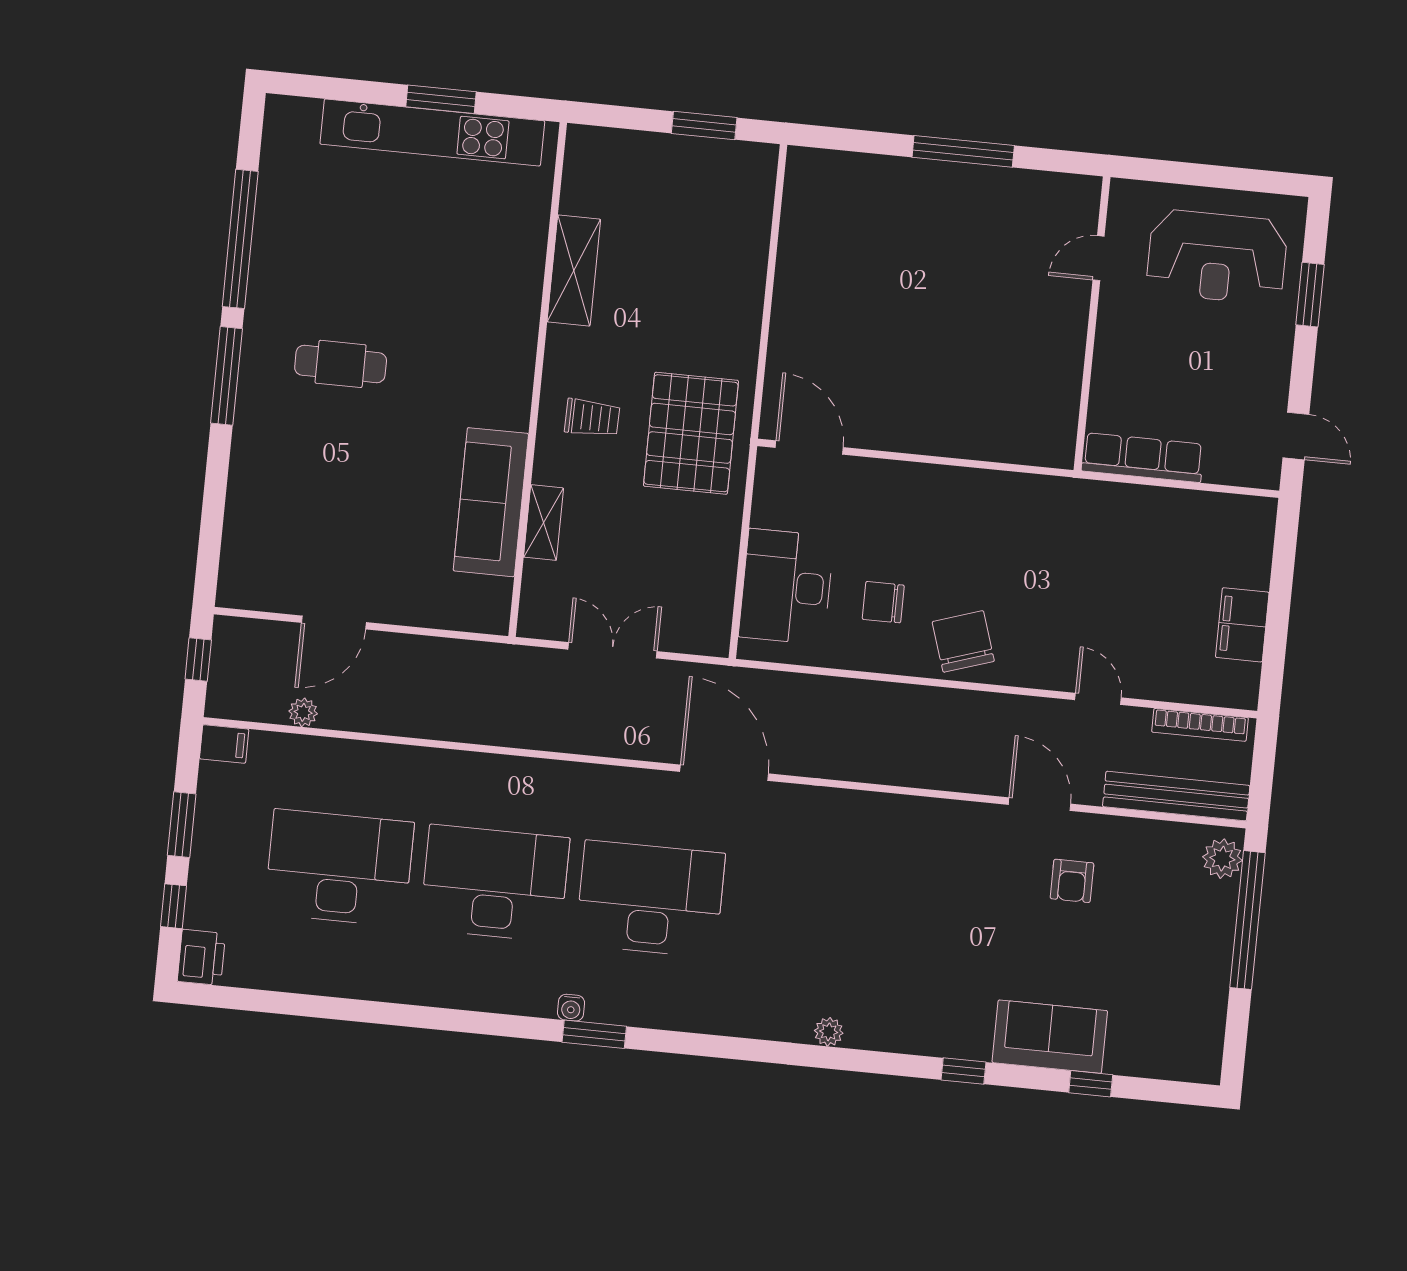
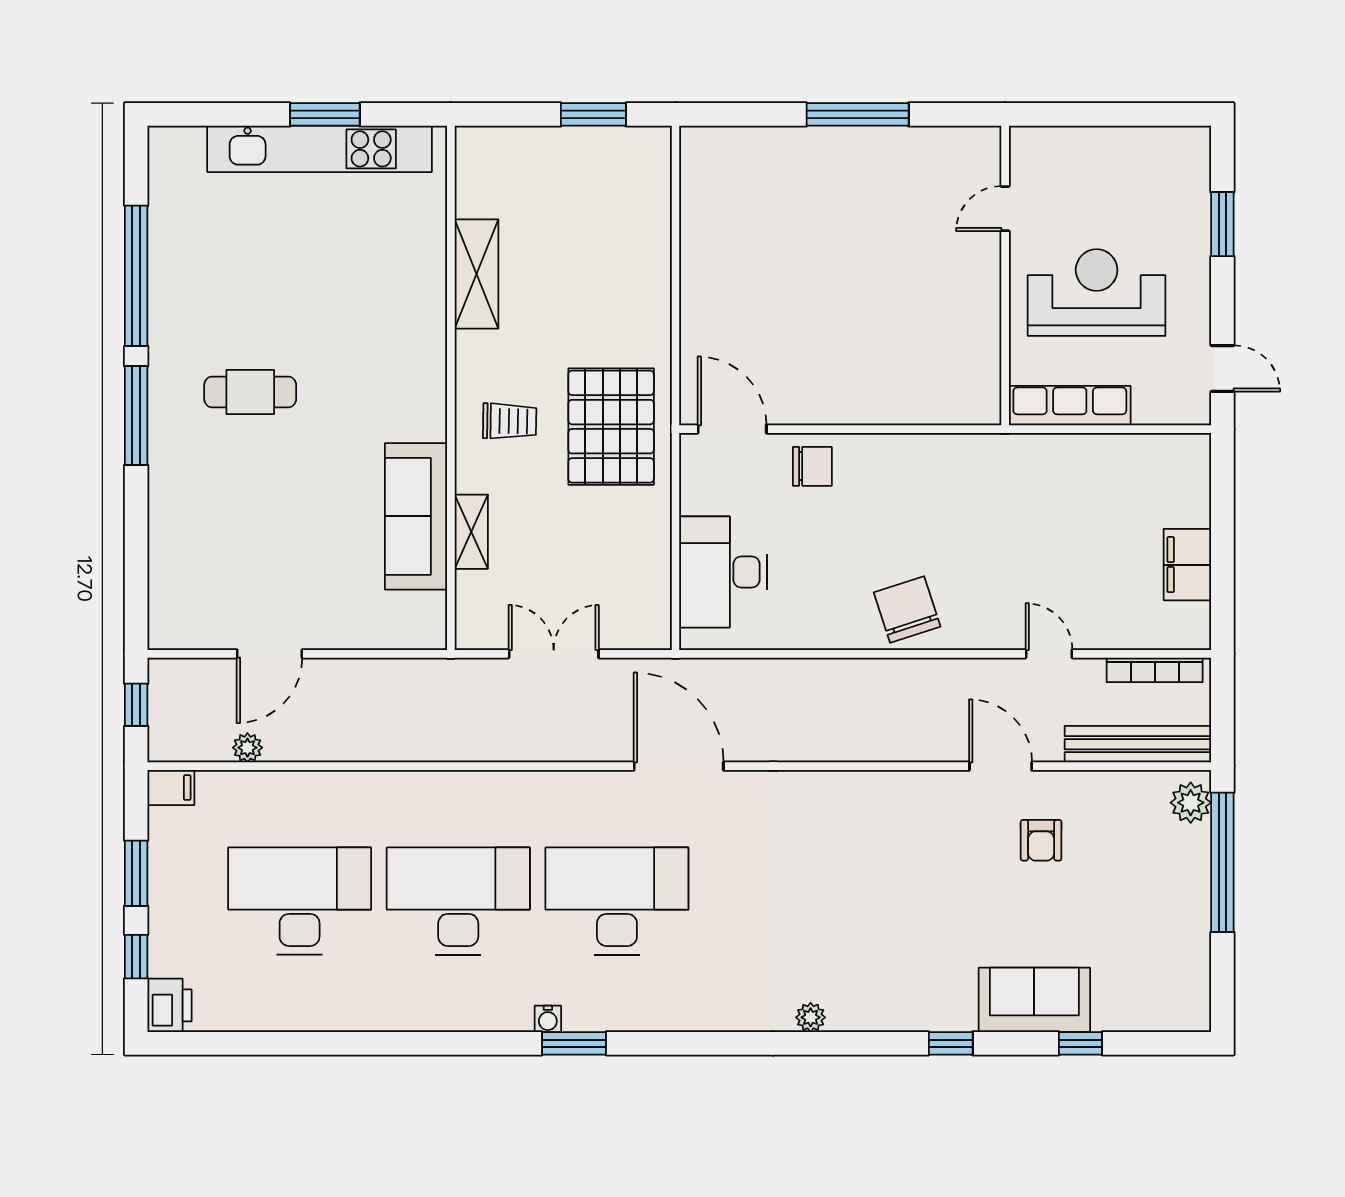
reception desk: (1217, 257) -> (1097, 293), moved, turned 180
chair: (883, 602) -> (812, 466), moved, turned 180

